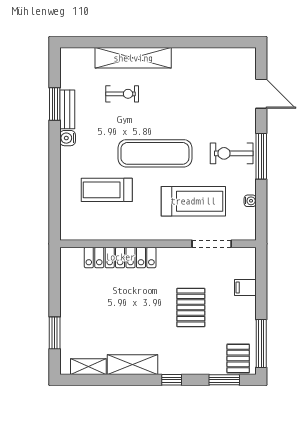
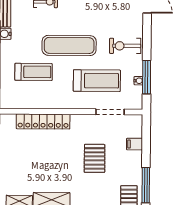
window: (261, 156) -> (147, 77), moved
treadmill: (107, 190) -> (34, 72), turned 180

